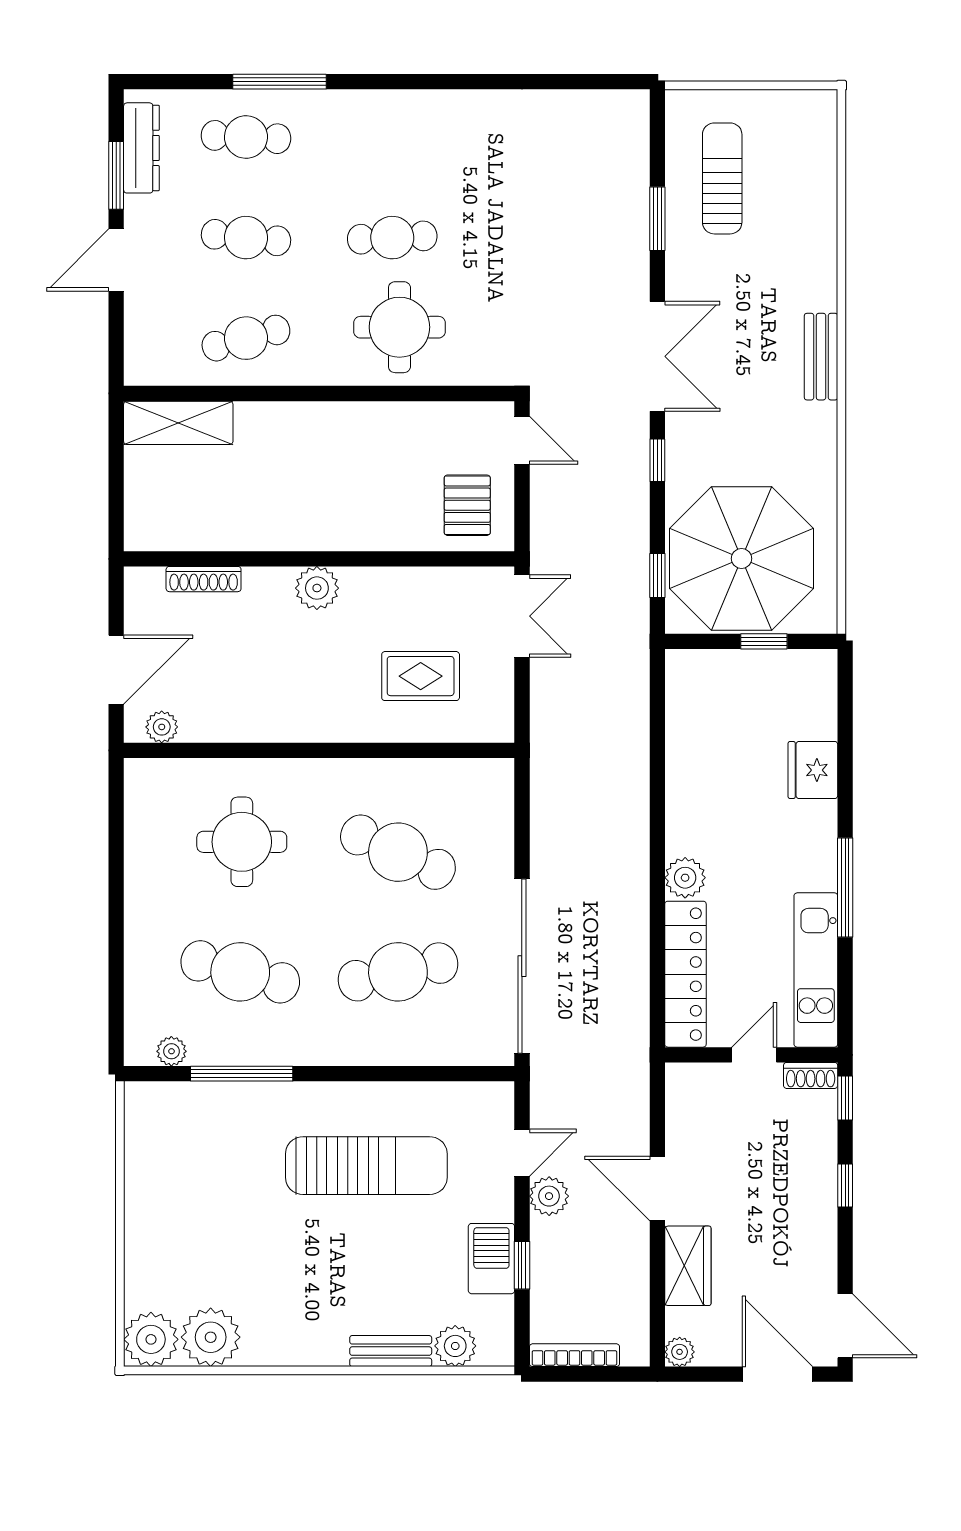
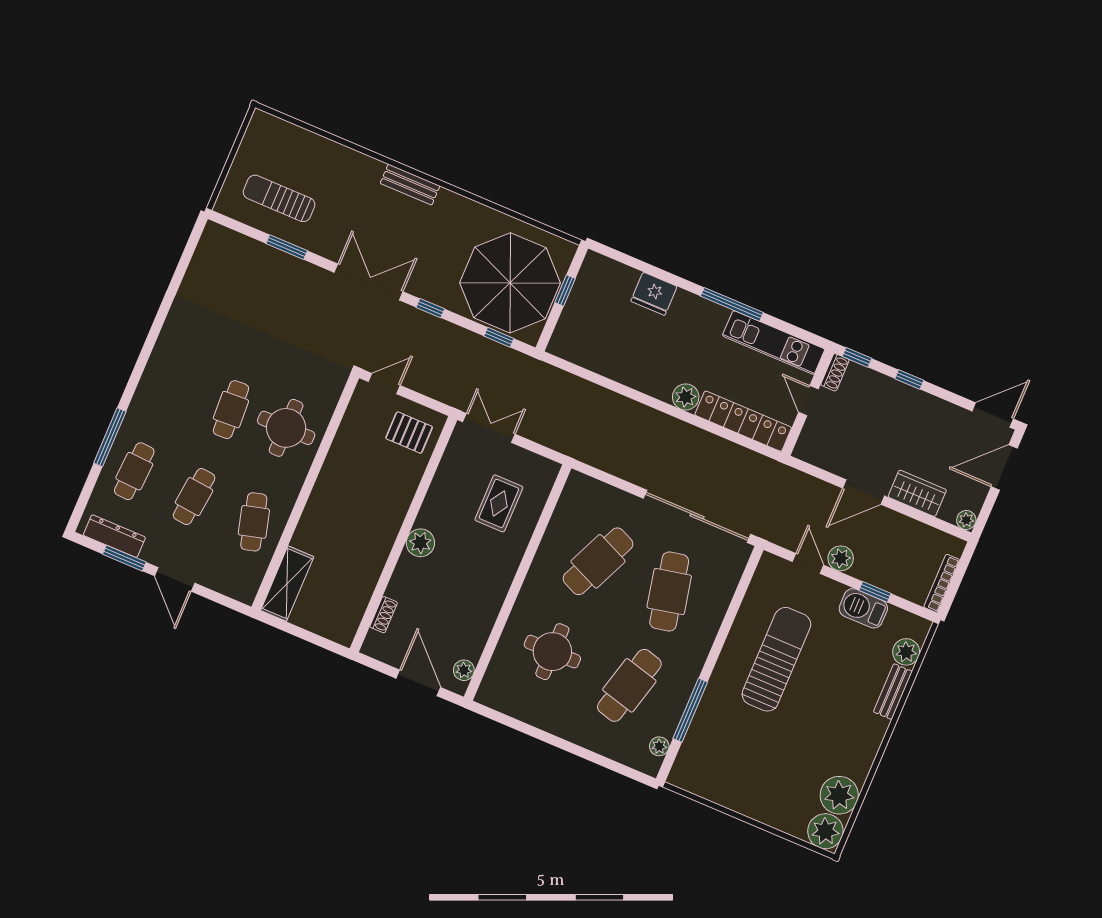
shoe rack: (204, 579) -> (384, 615), width x0.70

